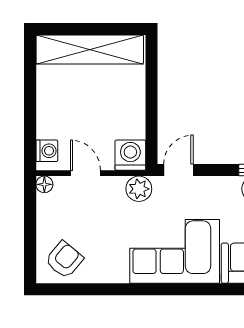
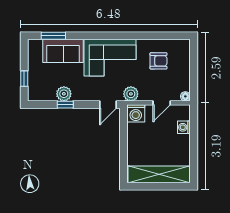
washing machine: (47, 151) -> (184, 127), moved
door: (85, 173) -> (162, 103), hinge flipped
armchair: (64, 260) -> (159, 61), moved, turned -130

